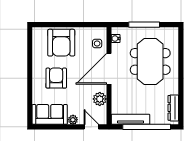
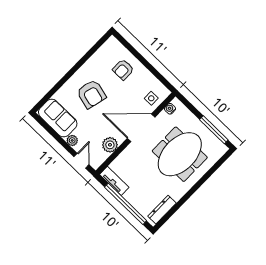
window: (144, 25) -> (214, 130), moved
armchair: (61, 43) -> (123, 70), width x0.53, depth x0.53
armchair: (56, 78) -> (91, 94), turned 104
tv unit: (130, 119) -> (114, 181), width x0.71

